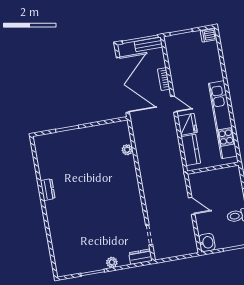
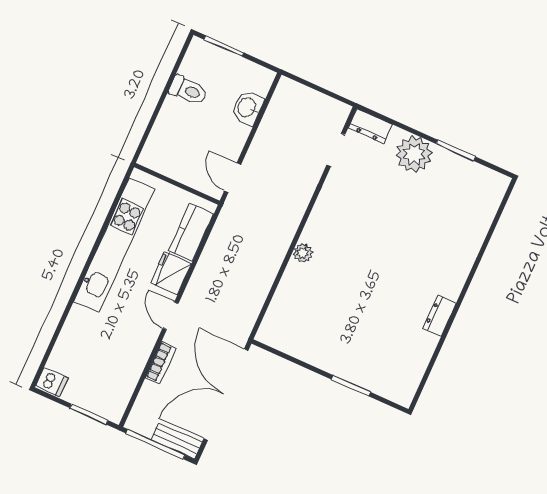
bench: (148, 44) -> (176, 441), moved
plant: (127, 150) -> (303, 253), moved
door: (192, 206) -> (233, 178), moved
washbasin: (207, 243) -> (247, 108), moved
plant: (112, 262) -> (414, 154), width x1.88, depth x1.88

